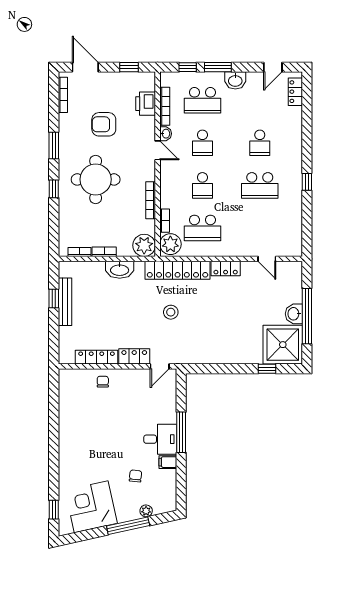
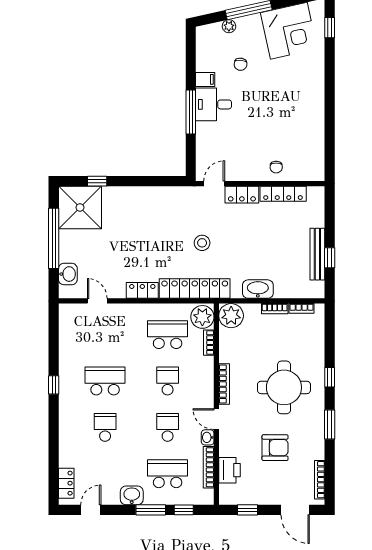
bookcase: (151, 200) -> (224, 384), moved
washbasin: (294, 314) -> (68, 274), moved

